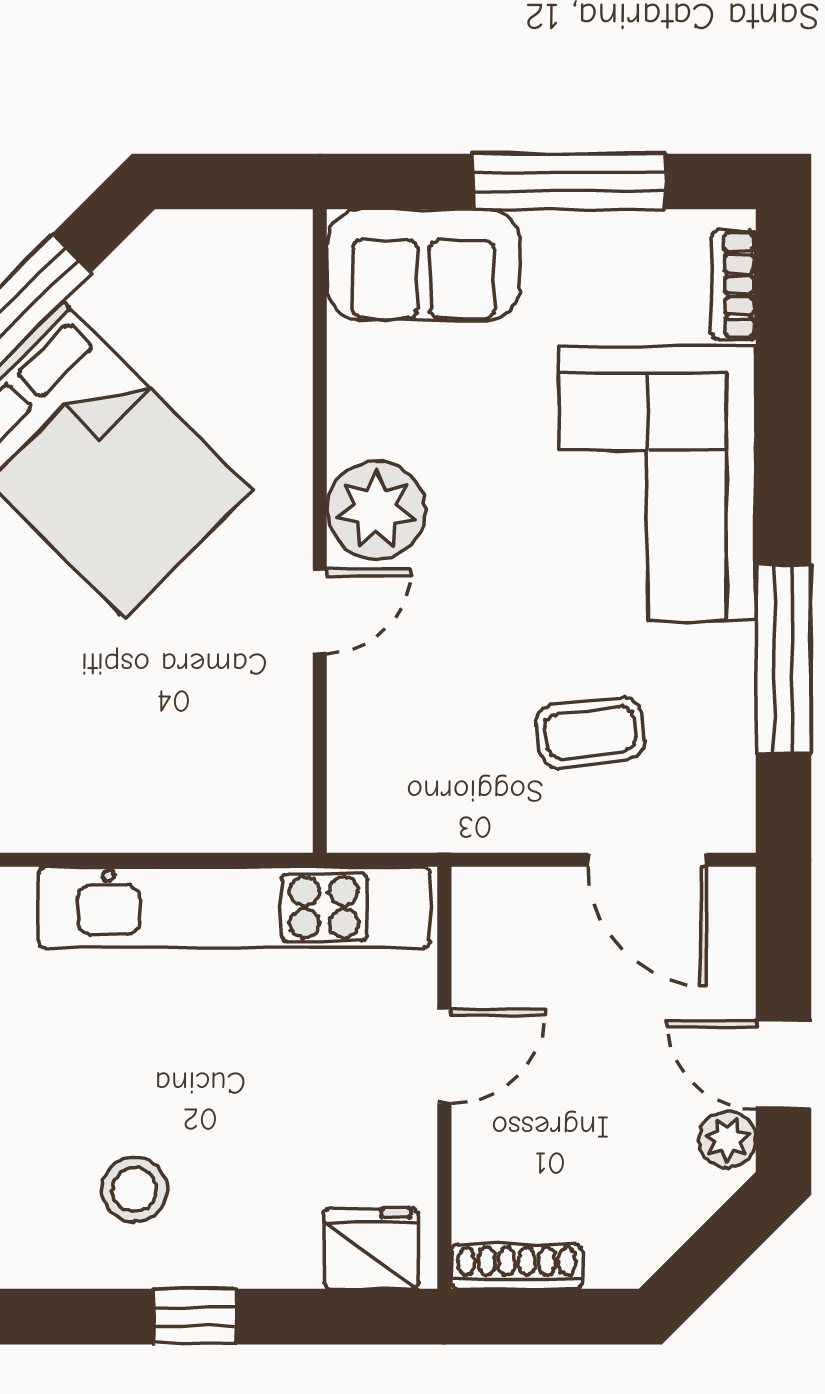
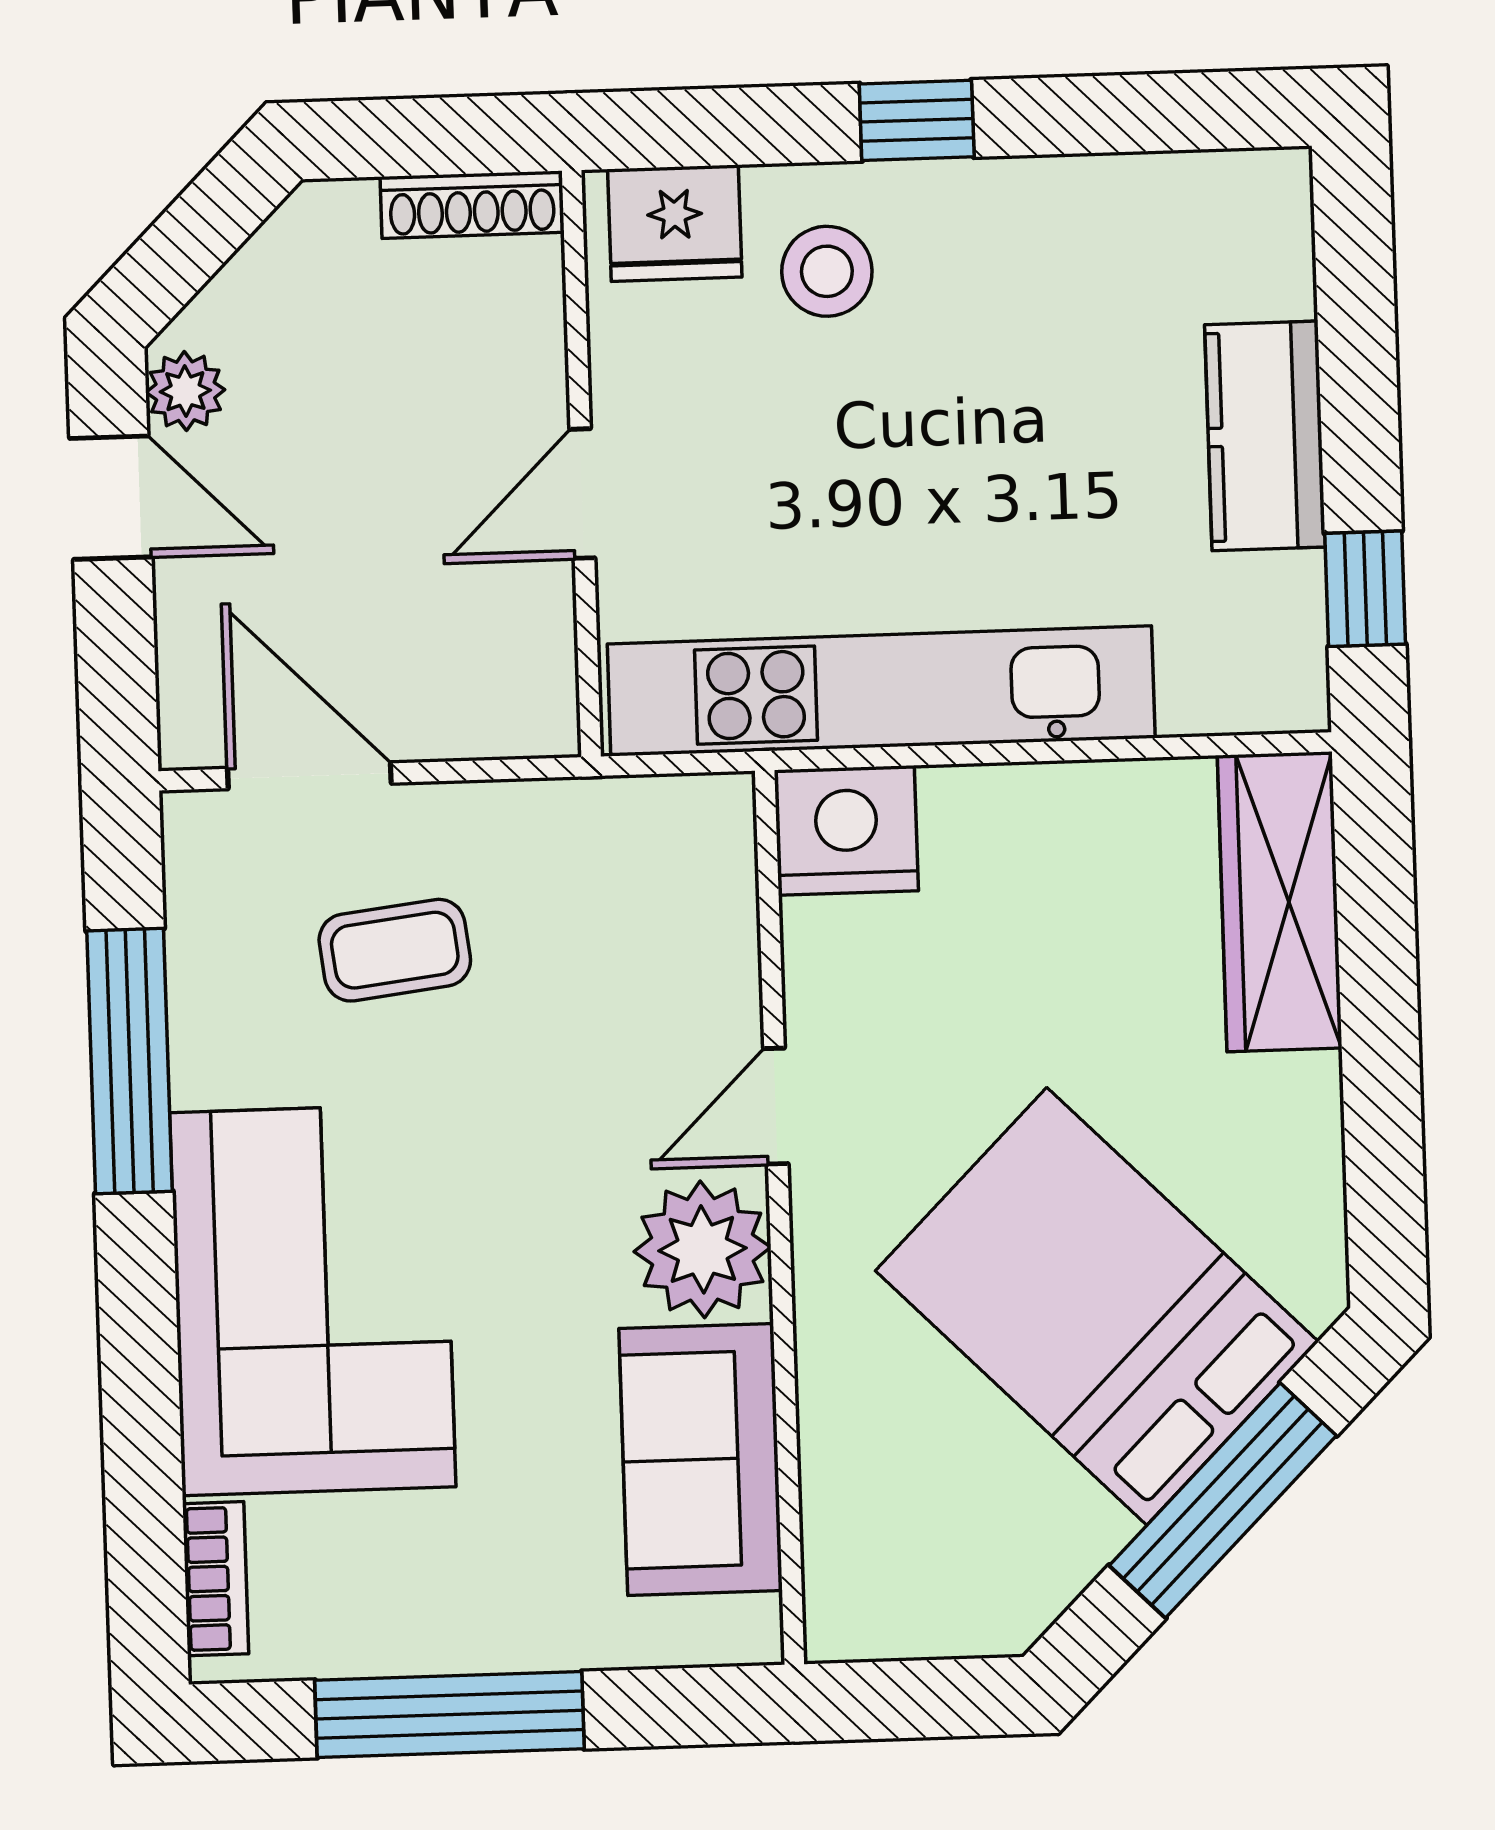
sofa: (424, 265) -> (701, 1460), moved, turned -90
nightstand: (263, 808) -> (846, 830), added
stool: (134, 1189) -> (827, 271), moved

